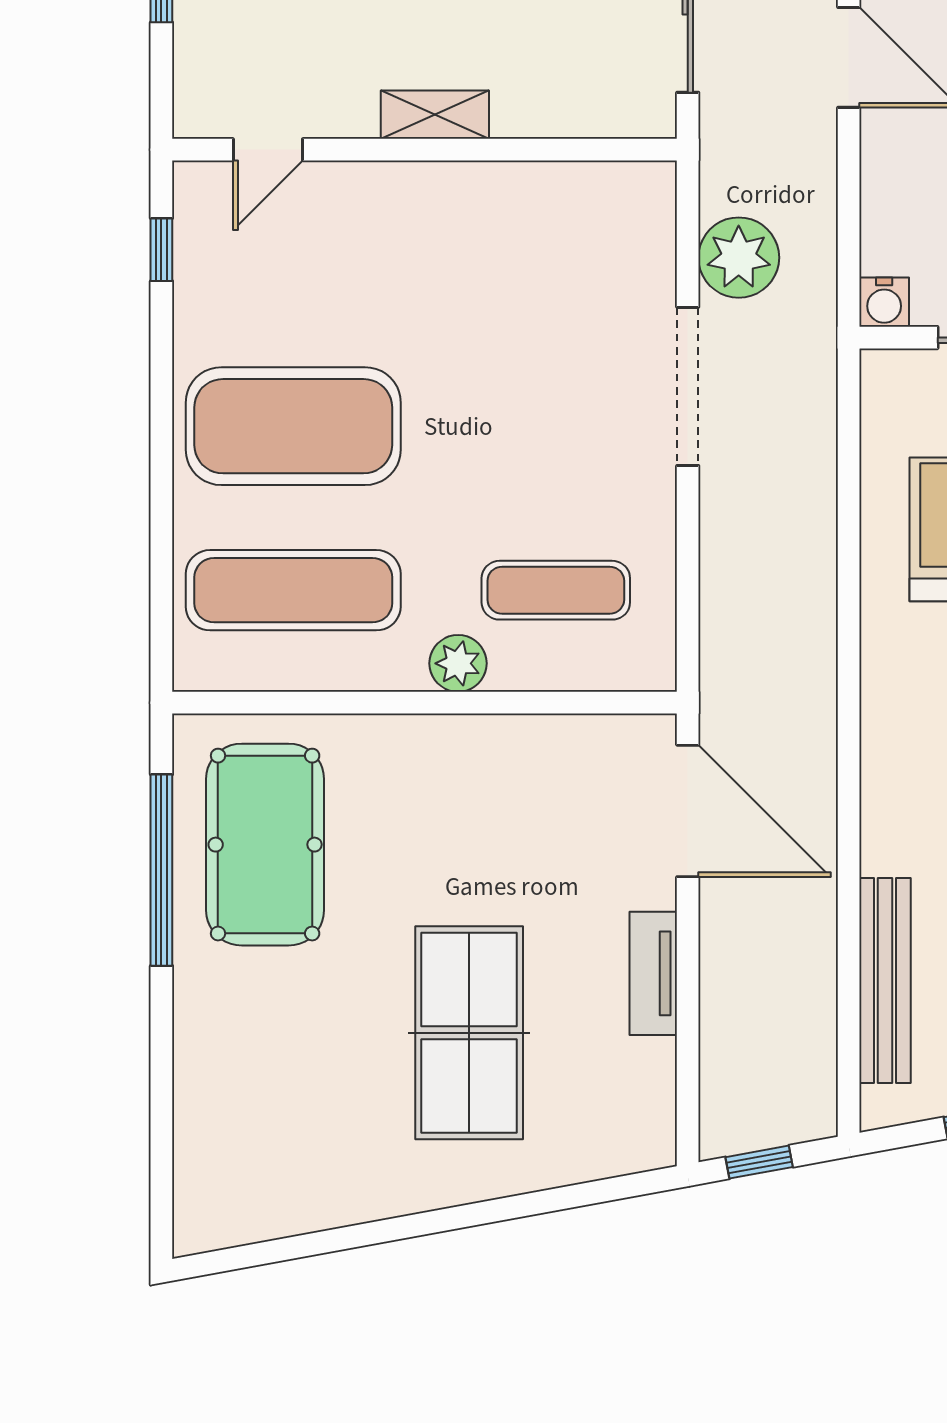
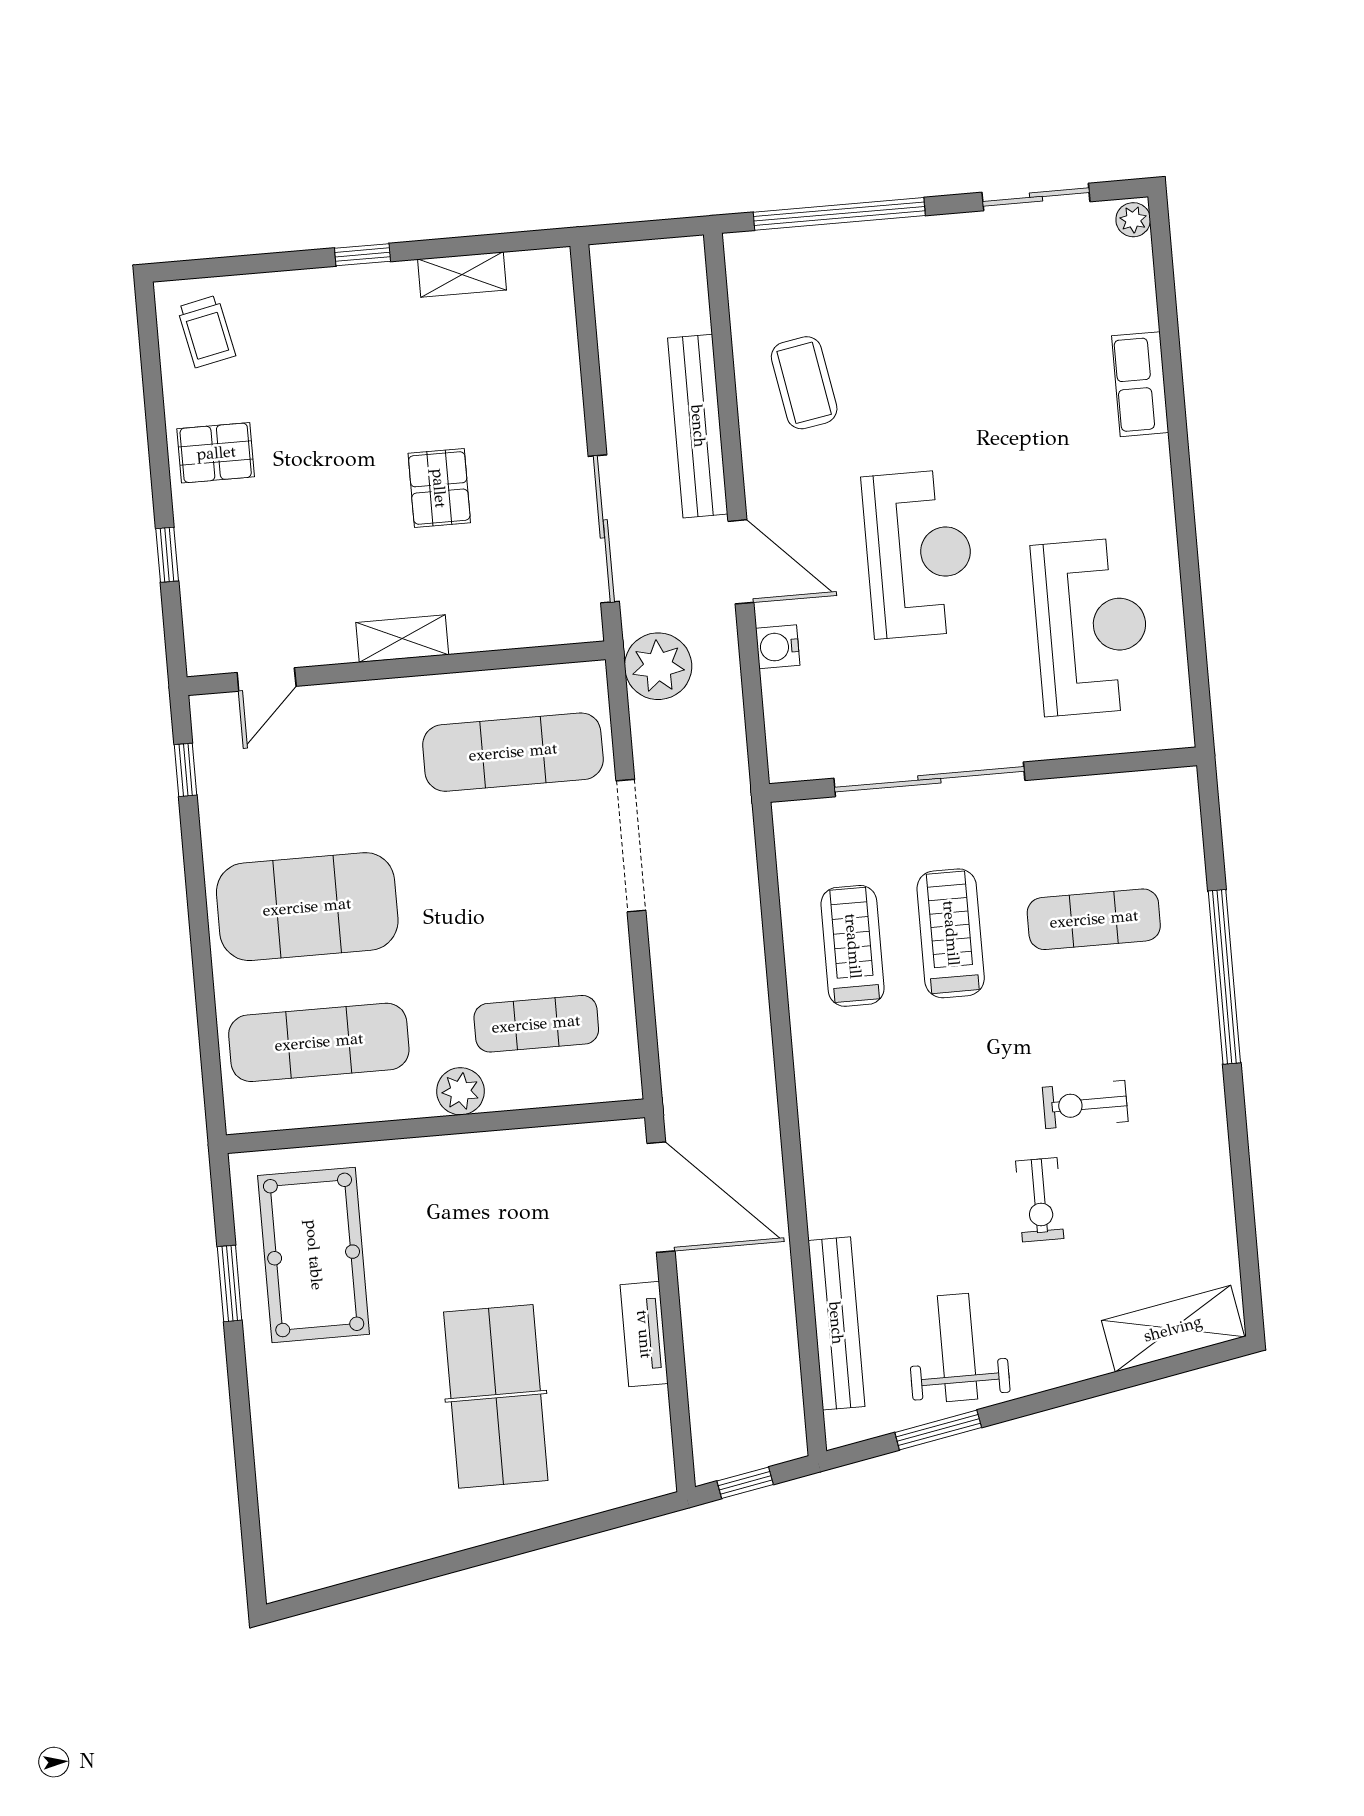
plant: (739, 258) -> (658, 666), moved
exercise mat: (556, 262) -> (513, 752), added
water cooler: (884, 302) -> (778, 647), moved, turned 90
window: (161, 870) -> (230, 1283), width x0.47

